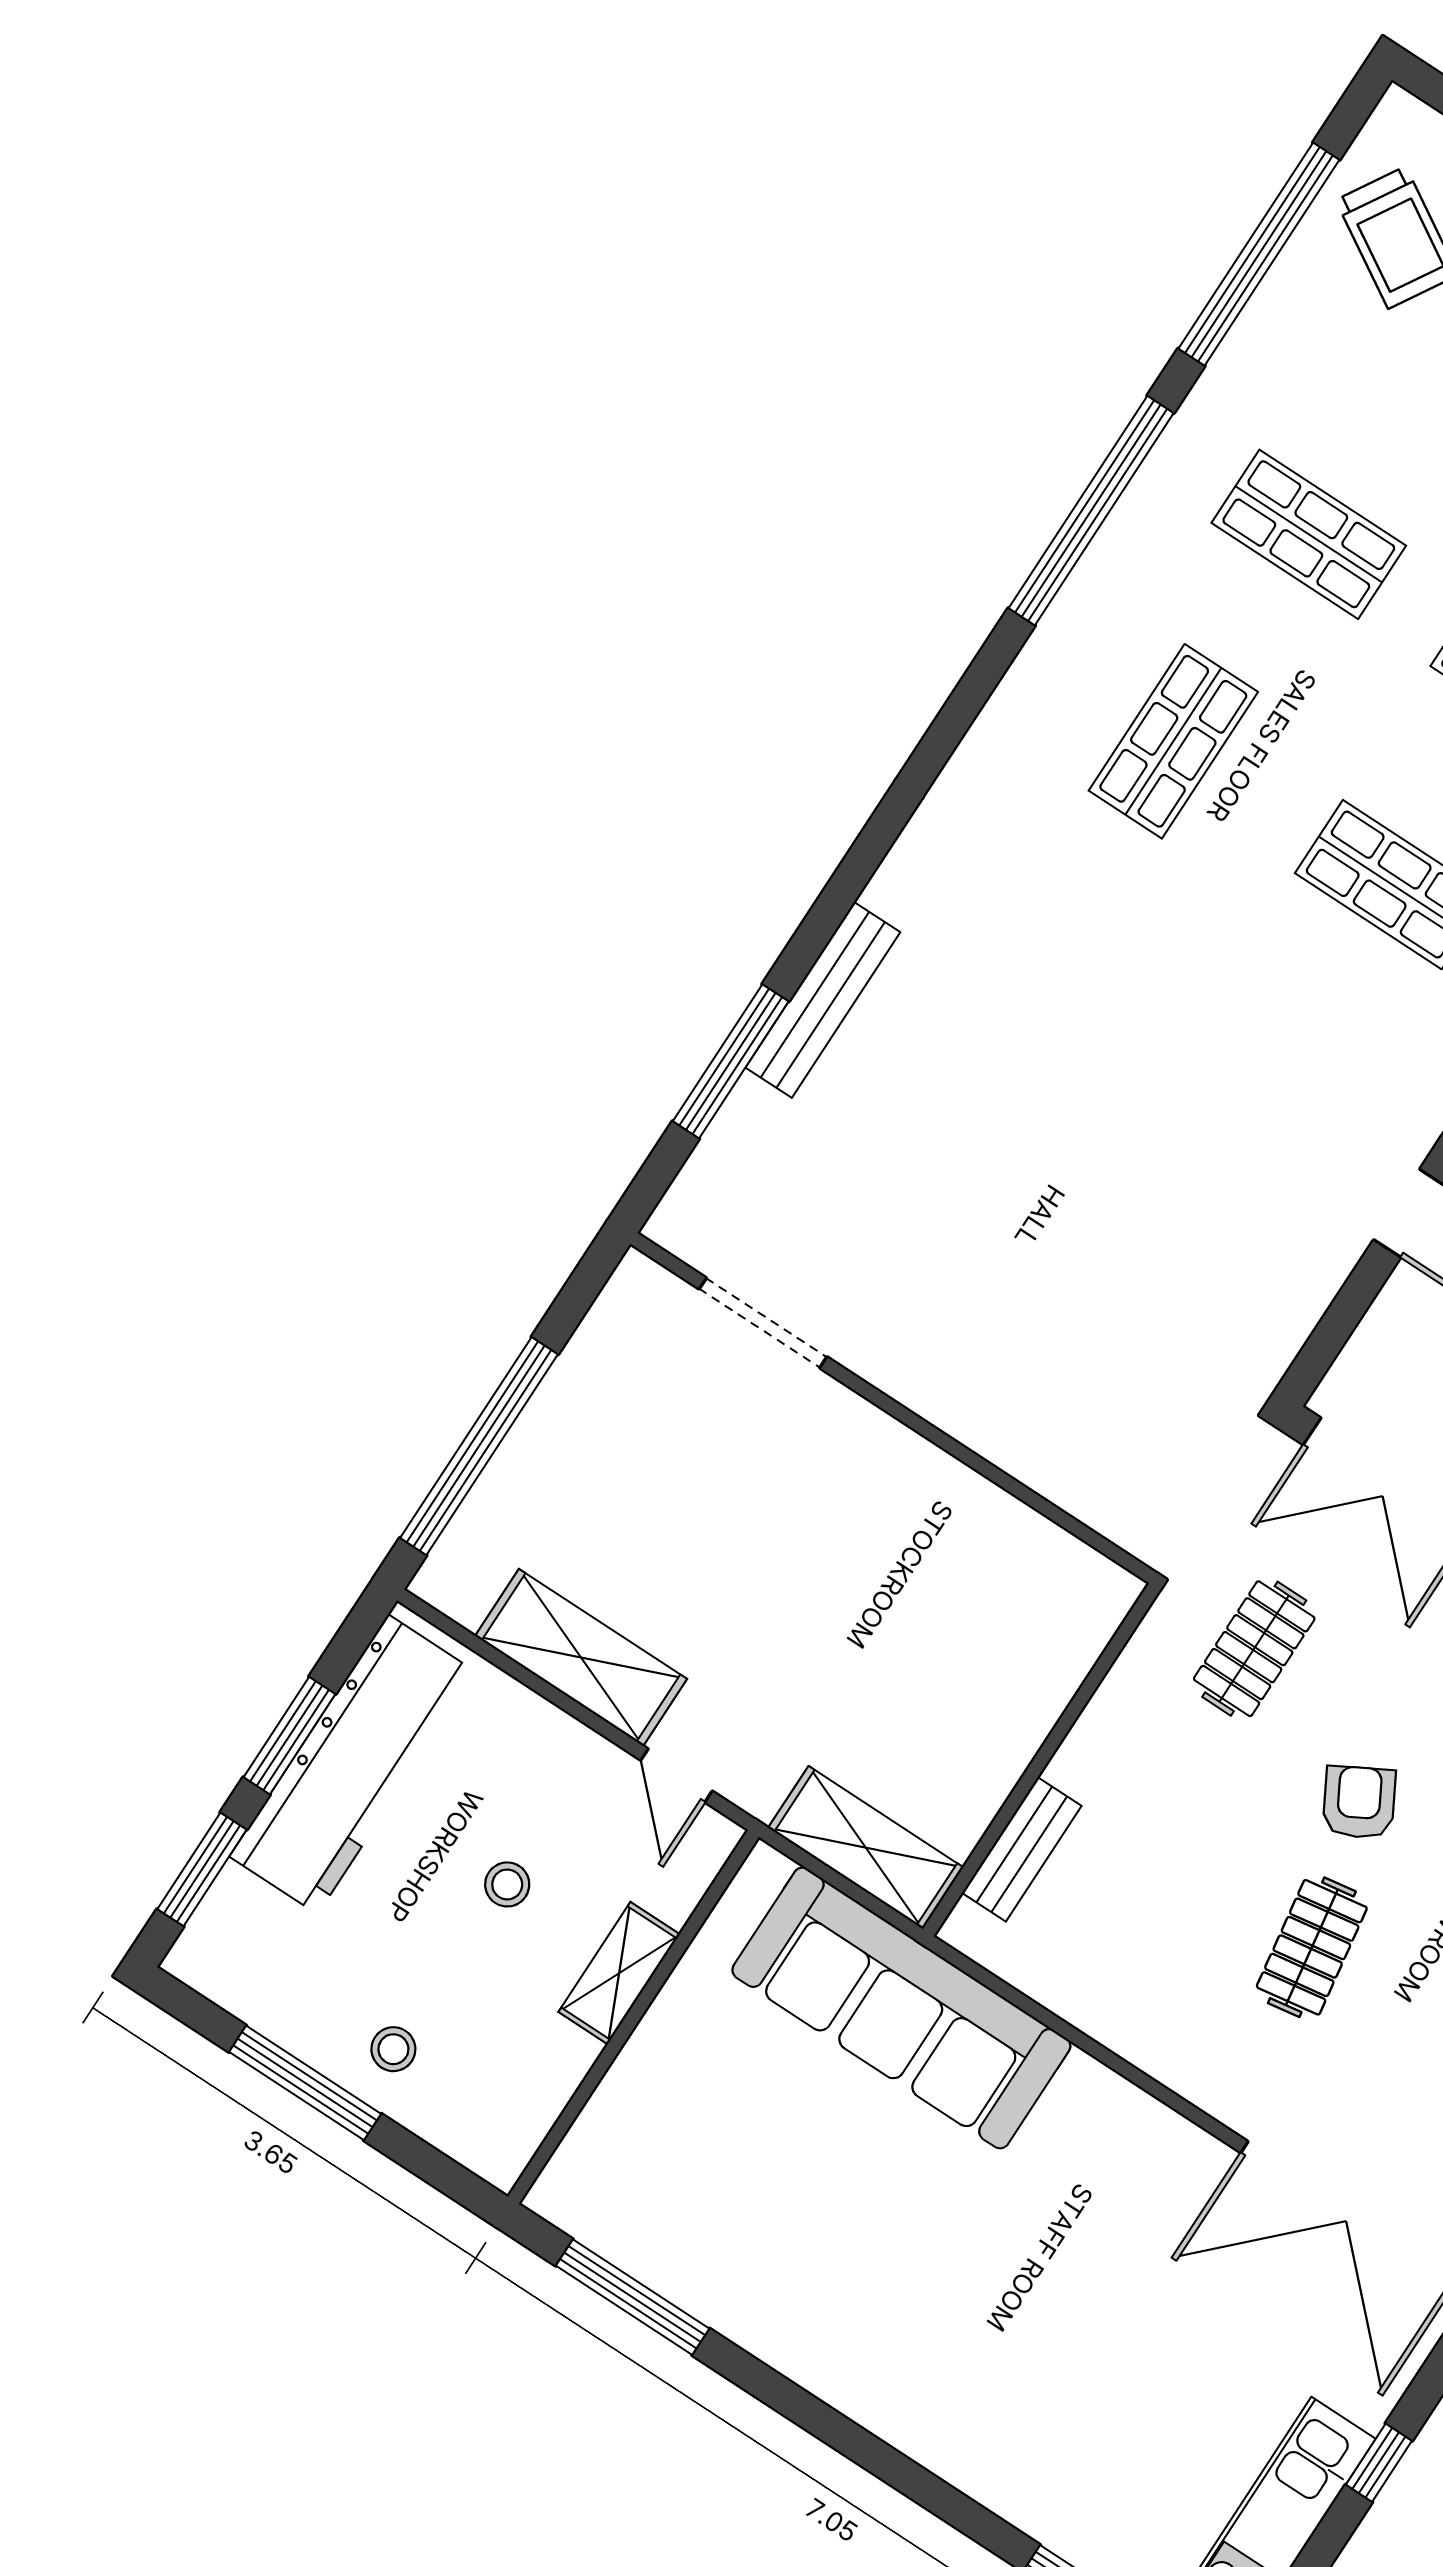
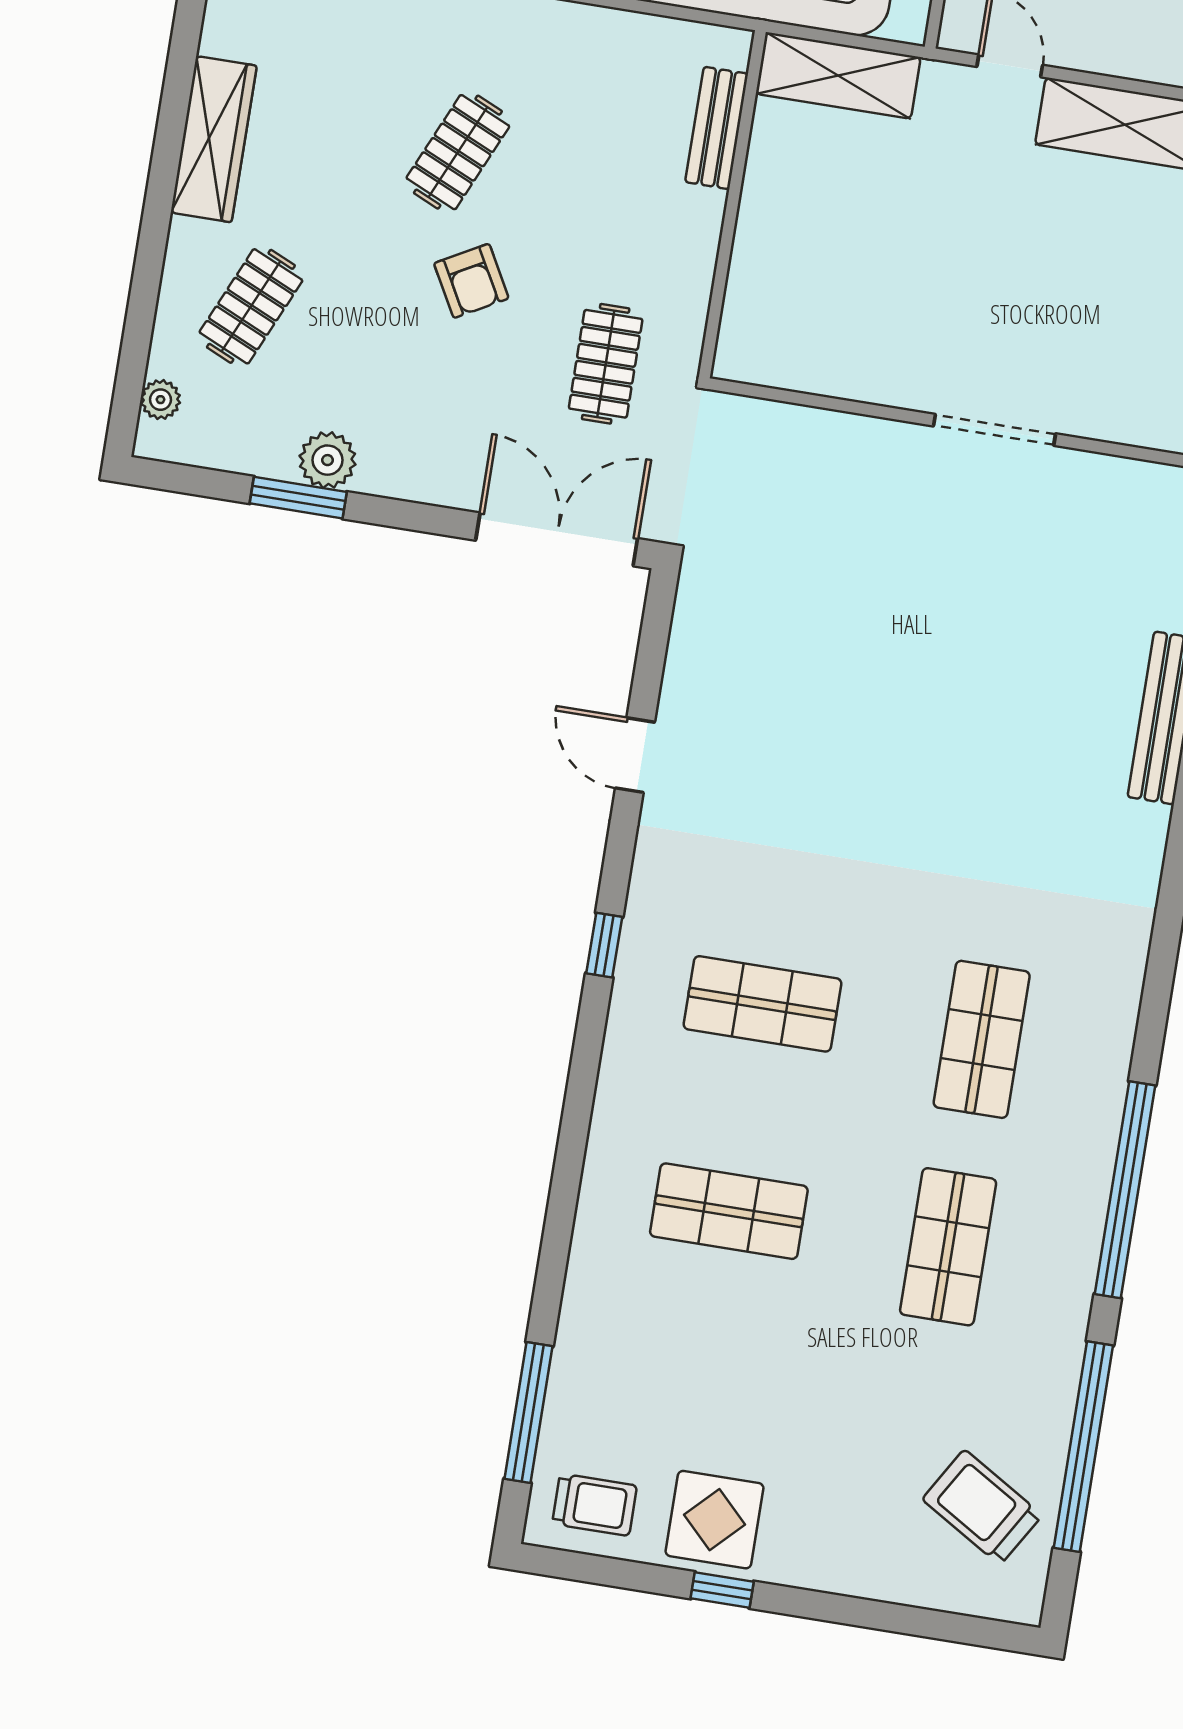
shop shelf: (1309, 534) -> (948, 1247), turned 90
doorway: (763, 1323) -> (995, 430), moved
clothes rail: (1312, 1947) -> (458, 152), turned 33

